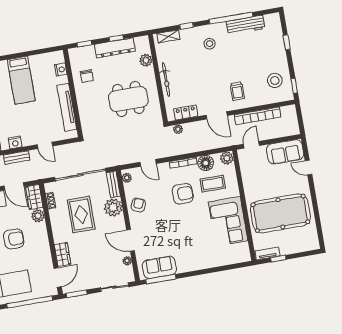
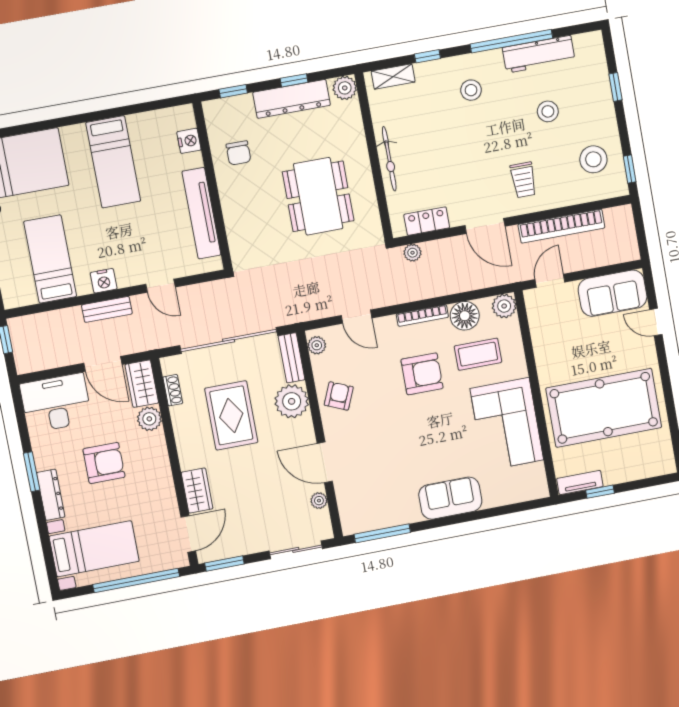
stool: (250, 55) -> (548, 111), added
plant: (146, 60) -> (345, 88), moved
dining table: (128, 99) -> (318, 196), turned 90
sofa: (159, 267) -> (450, 498), moved

